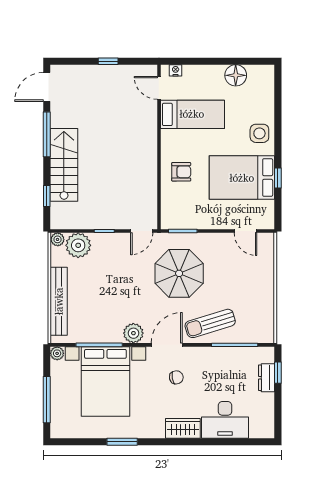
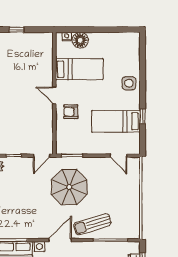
floor lamp: (236, 75) -> (80, 40), moved
door: (159, 88) -> (54, 96), moved
armchair: (181, 172) -> (71, 112), turned 180
bed: (242, 178) -> (116, 121), width x0.67
plant: (133, 333) -> (35, 231), removed

